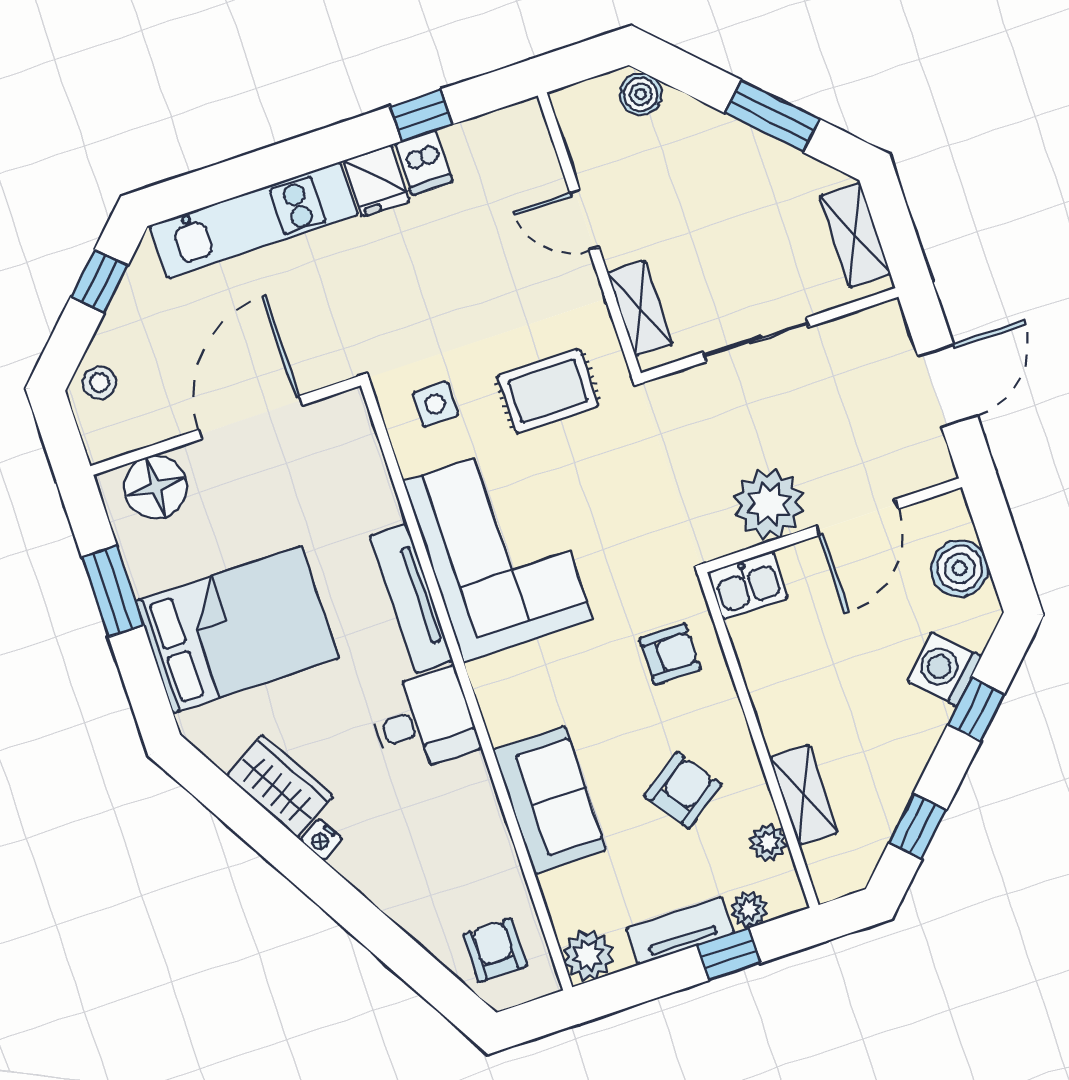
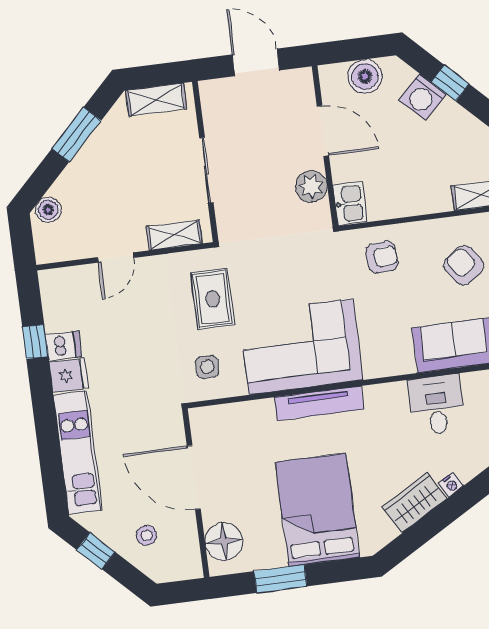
stool: (100, 382) -> (146, 535), moved
plant: (769, 504) -> (311, 186), width x0.73, depth x0.73
armchair: (670, 654) -> (382, 257), turned 84
desk: (423, 721) -> (436, 405), moved

